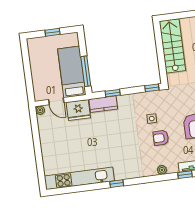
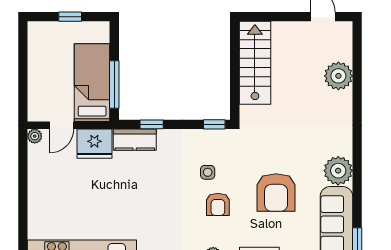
door: (56, 101) -> (62, 125), hinge flipped
armchair: (161, 138) -> (218, 204), turned -90

